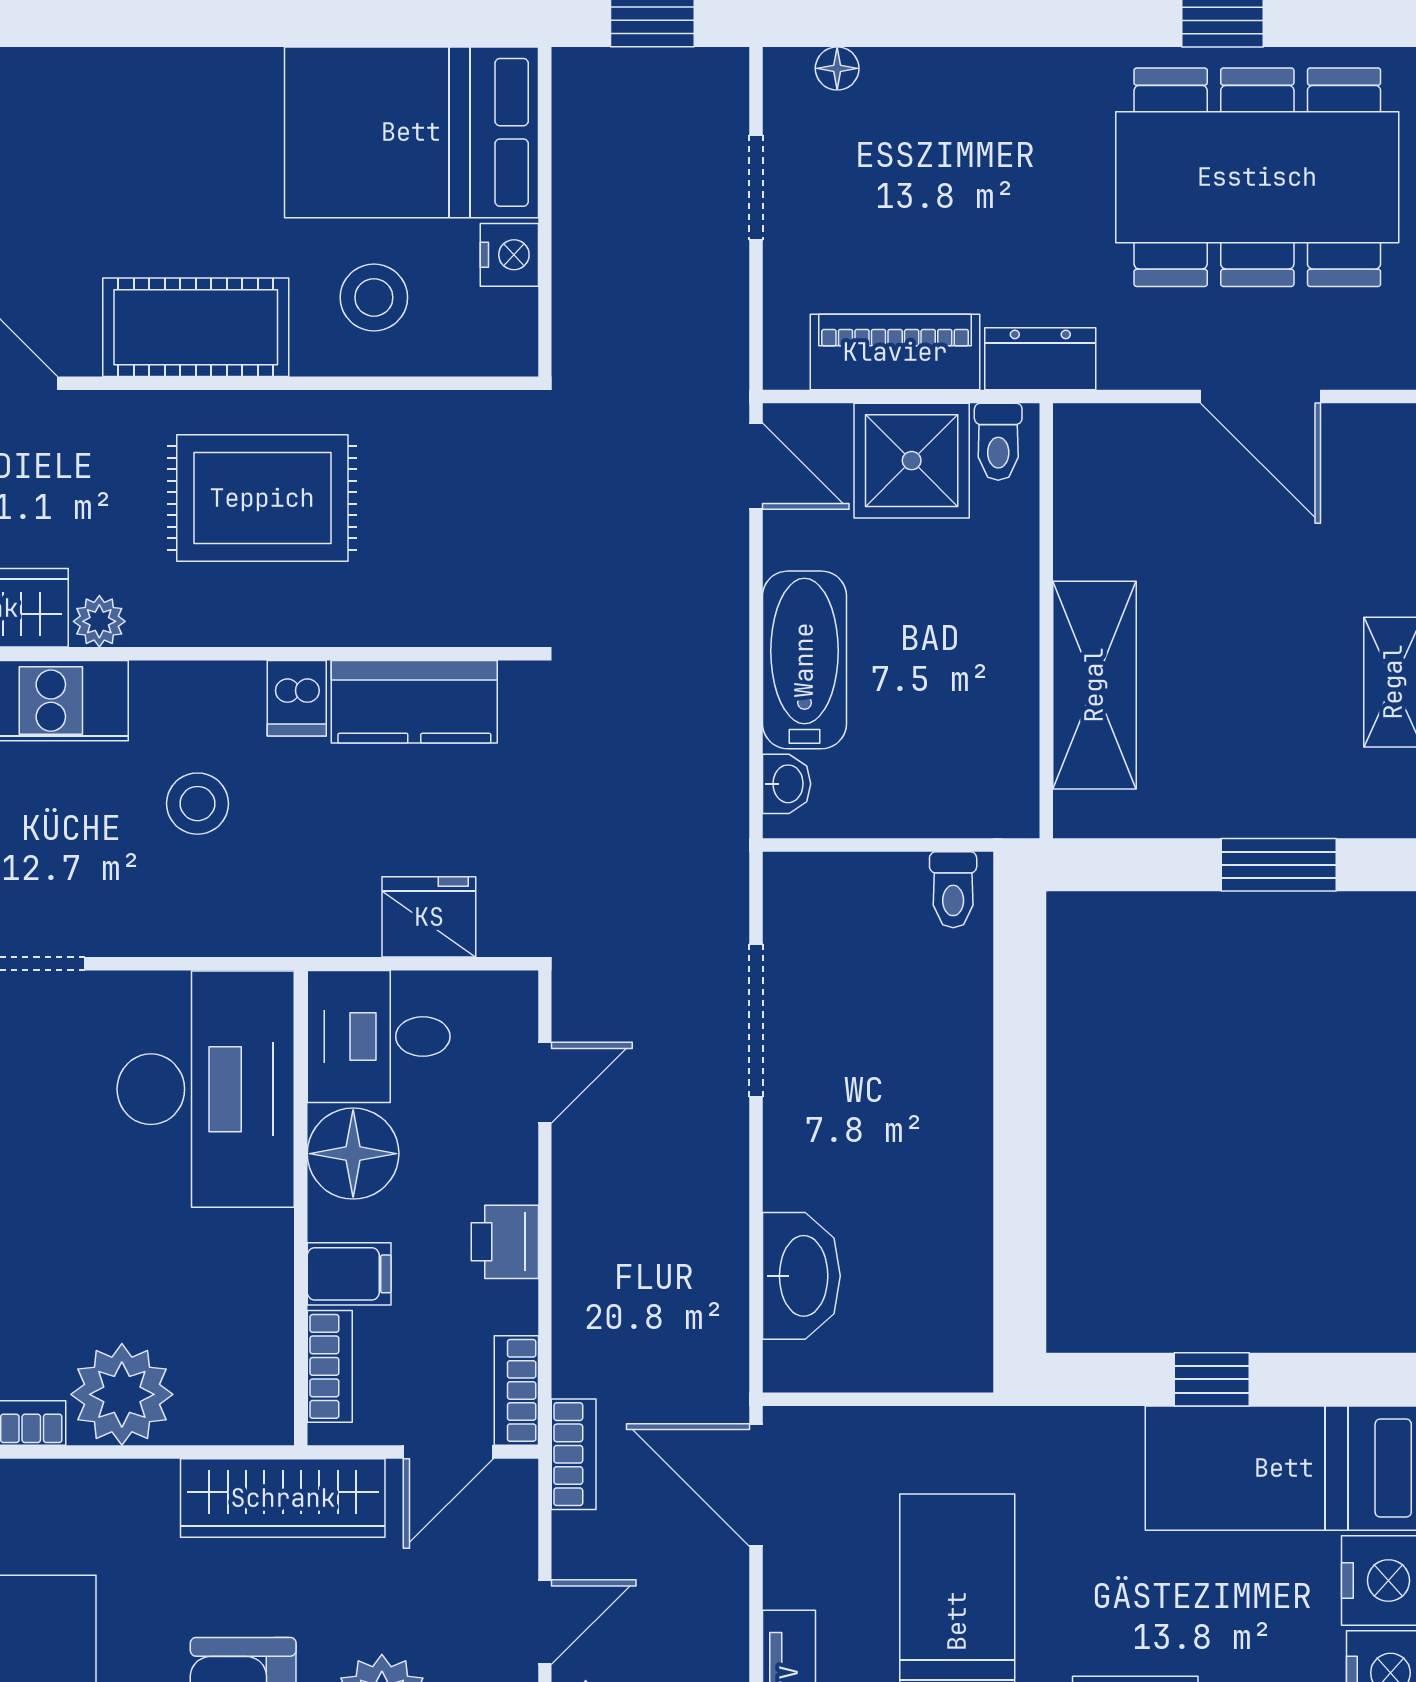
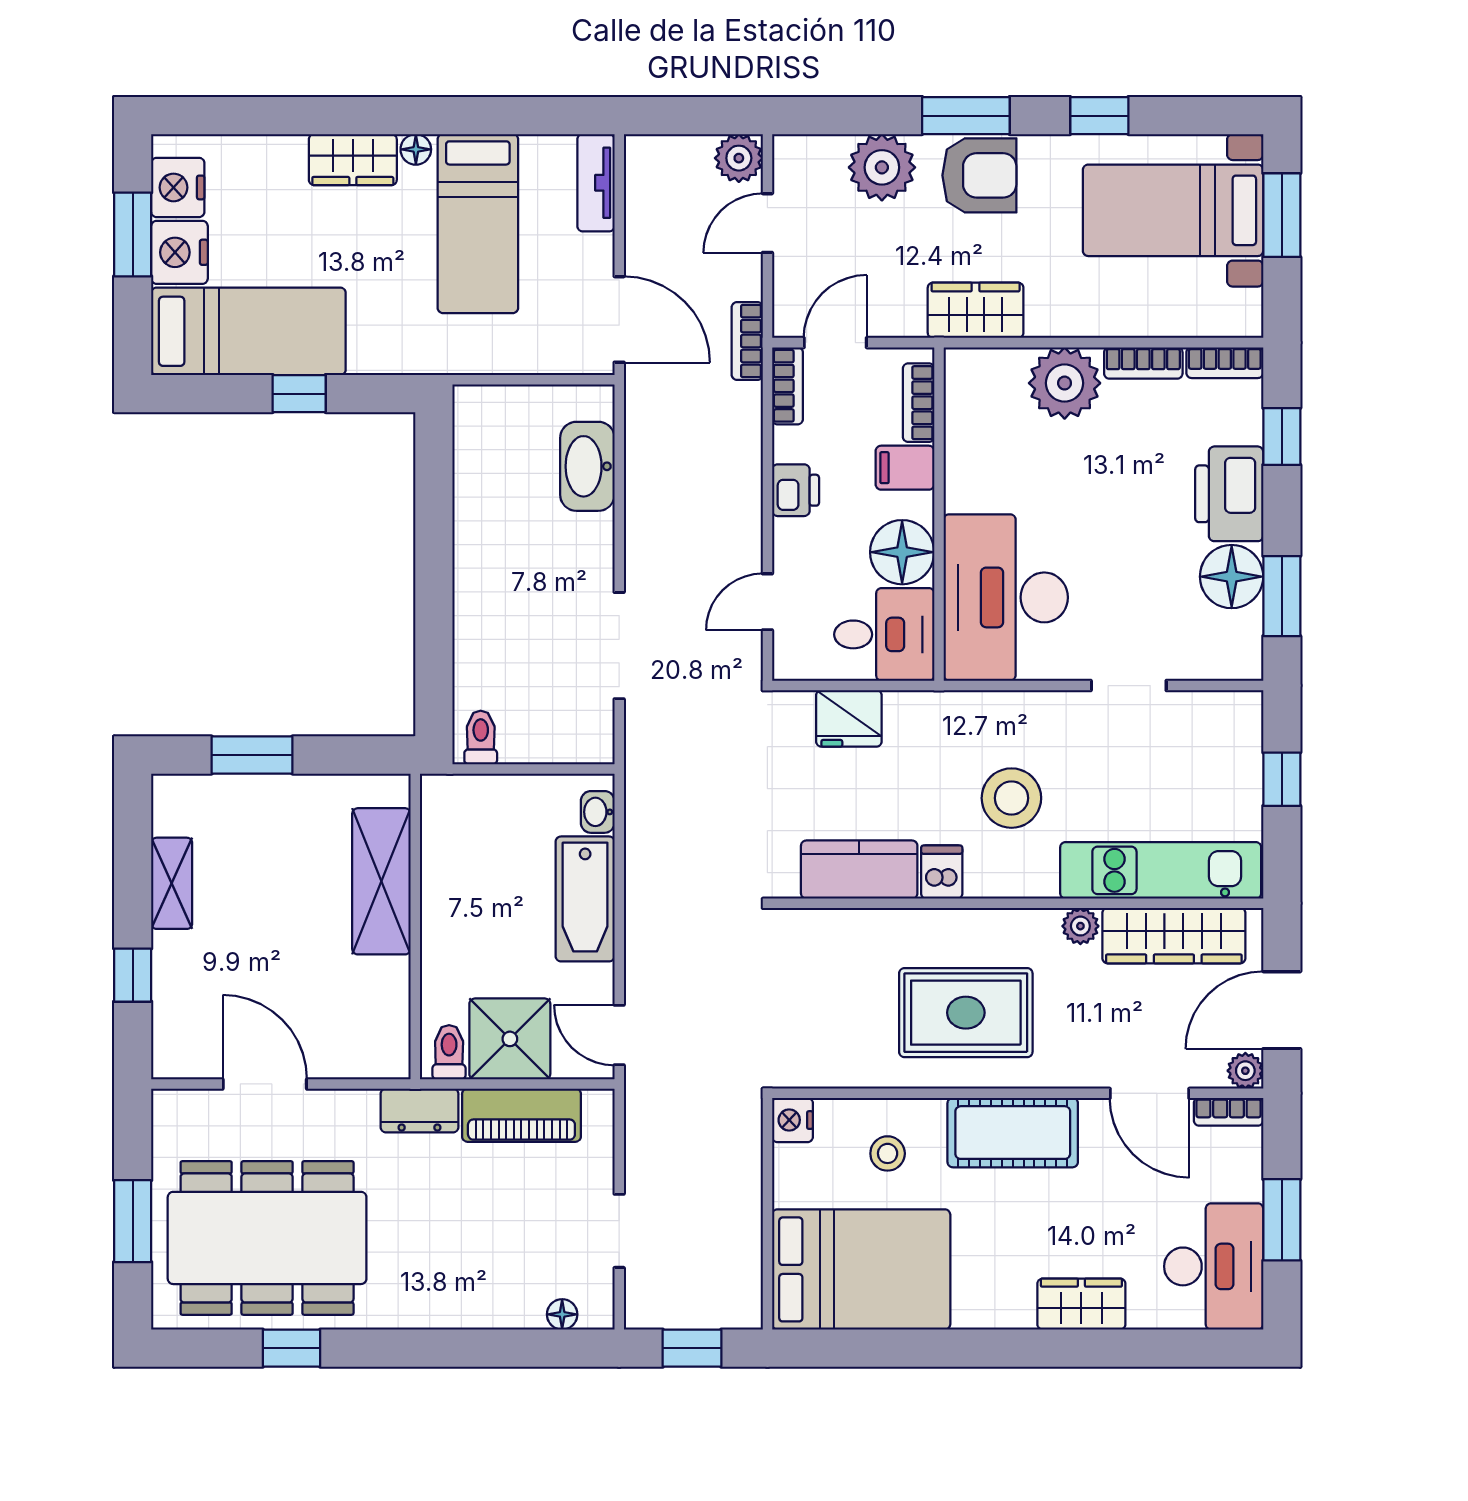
wardrobe: (98, 83) -> (1081, 1304), added
nightstand: (509, 255) -> (792, 1120), moved
stool: (374, 297) -> (888, 1153), width x0.73, depth x0.73
stool: (197, 804) -> (1011, 798), width x1.38, depth x1.38
wardrobe: (283, 1498) -> (976, 310), width x0.67

